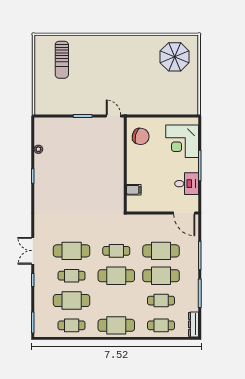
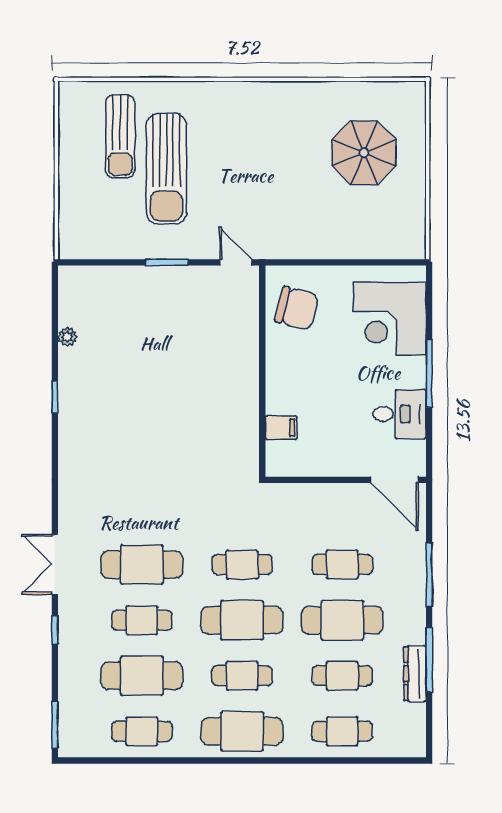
parasol: (175, 57) -> (364, 153), moved
sun lounger: (83, 74) -> (166, 169), added
cafe table: (161, 251) -> (342, 565), width x0.73, depth x0.74
cafe table: (116, 301) -> (242, 676), added
dresser: (194, 324) -> (415, 674), moved

